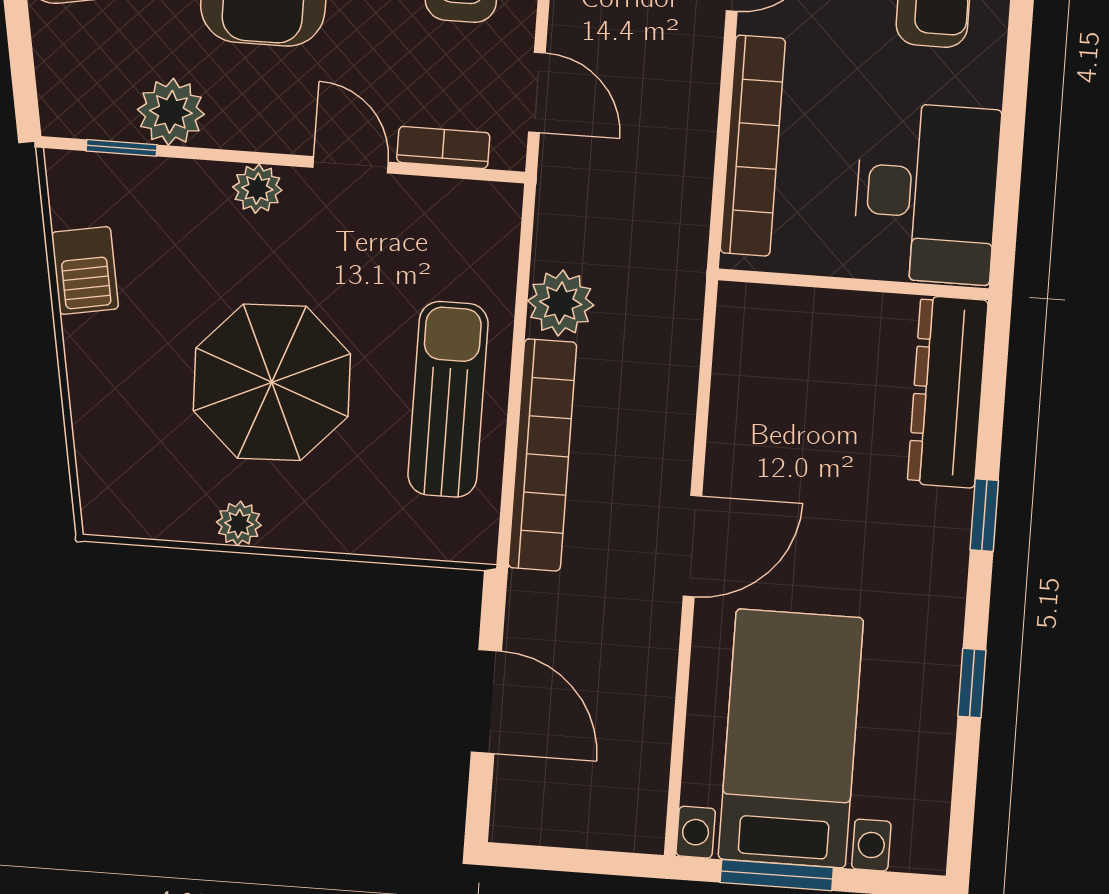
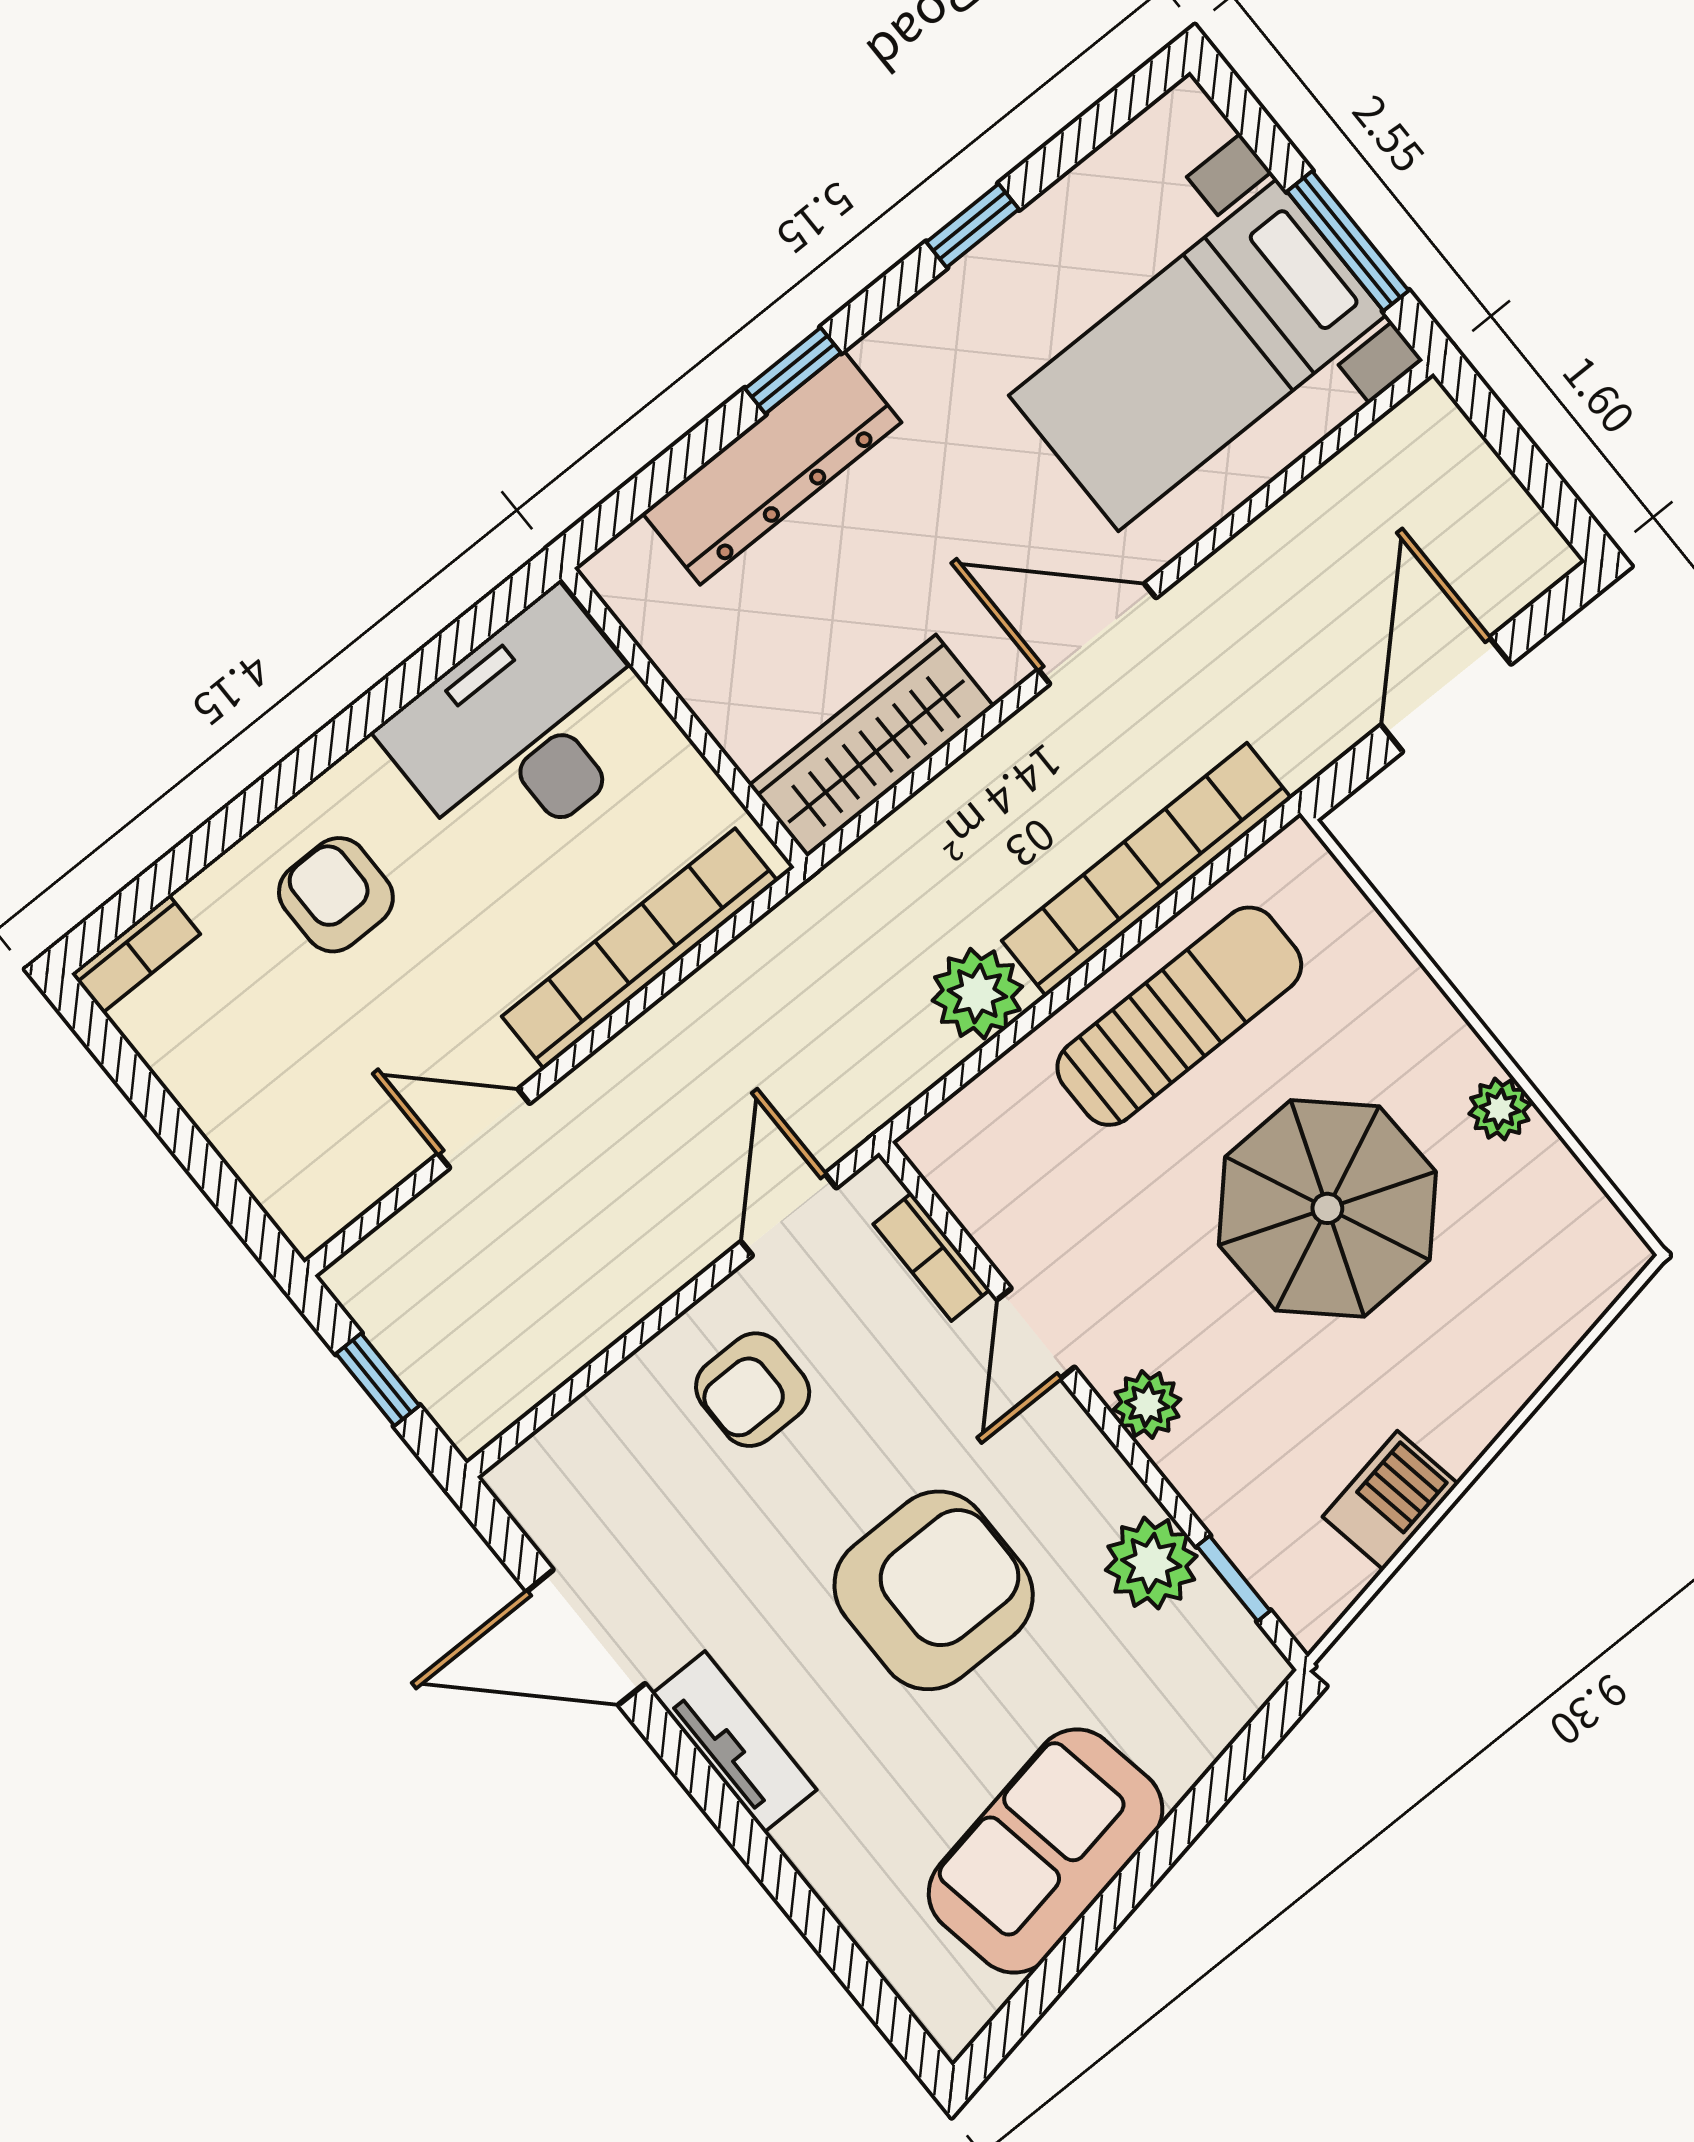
wardrobe: (745, 370) -> (871, 746), added
dresser: (948, 392) -> (772, 468), moved
sun lounger: (448, 399) -> (1179, 1016), turned 180

